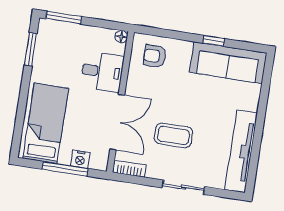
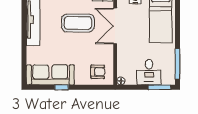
window: (31, 49) -> (178, 64), width x1.44
desk: (102, 72) -> (149, 72), moved, turned -90
coffee table: (173, 135) -> (78, 23), width x1.36, depth x1.32

